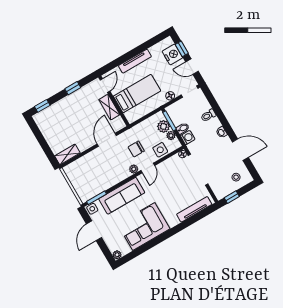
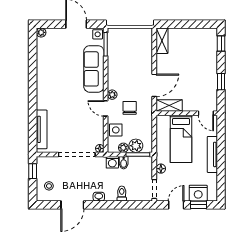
shelving: (109, 107) -> (169, 106), moved
door: (107, 140) -> (154, 85), hinge flipped
corner sofa: (144, 227) -> (53, 73), removed

